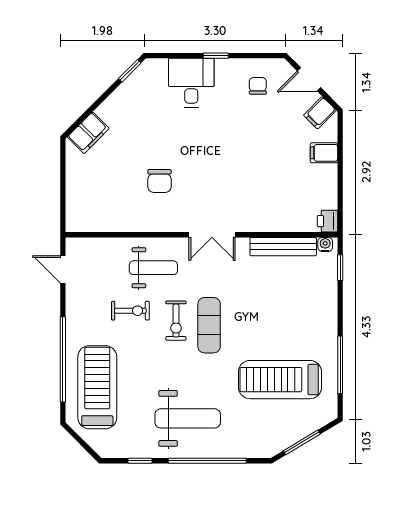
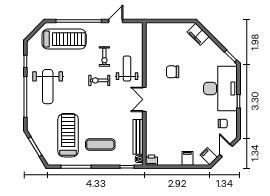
desk: (191, 83) -> (220, 88), width x1.87, depth x1.30
weight bench: (153, 268) -> (127, 69), turned 180
door: (63, 269) -> (116, 21), moved
exercise mat: (209, 325) -> (100, 145), moved

